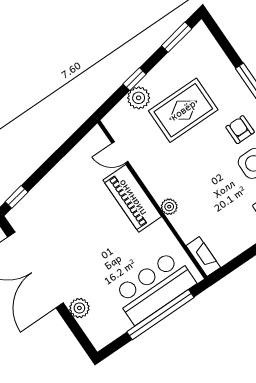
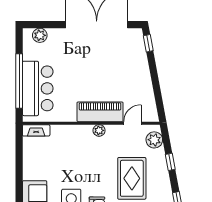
plant: (139, 98) -> (154, 140), moved
plant: (169, 207) -> (99, 130), moved
plant: (79, 308) -> (40, 35), moved

